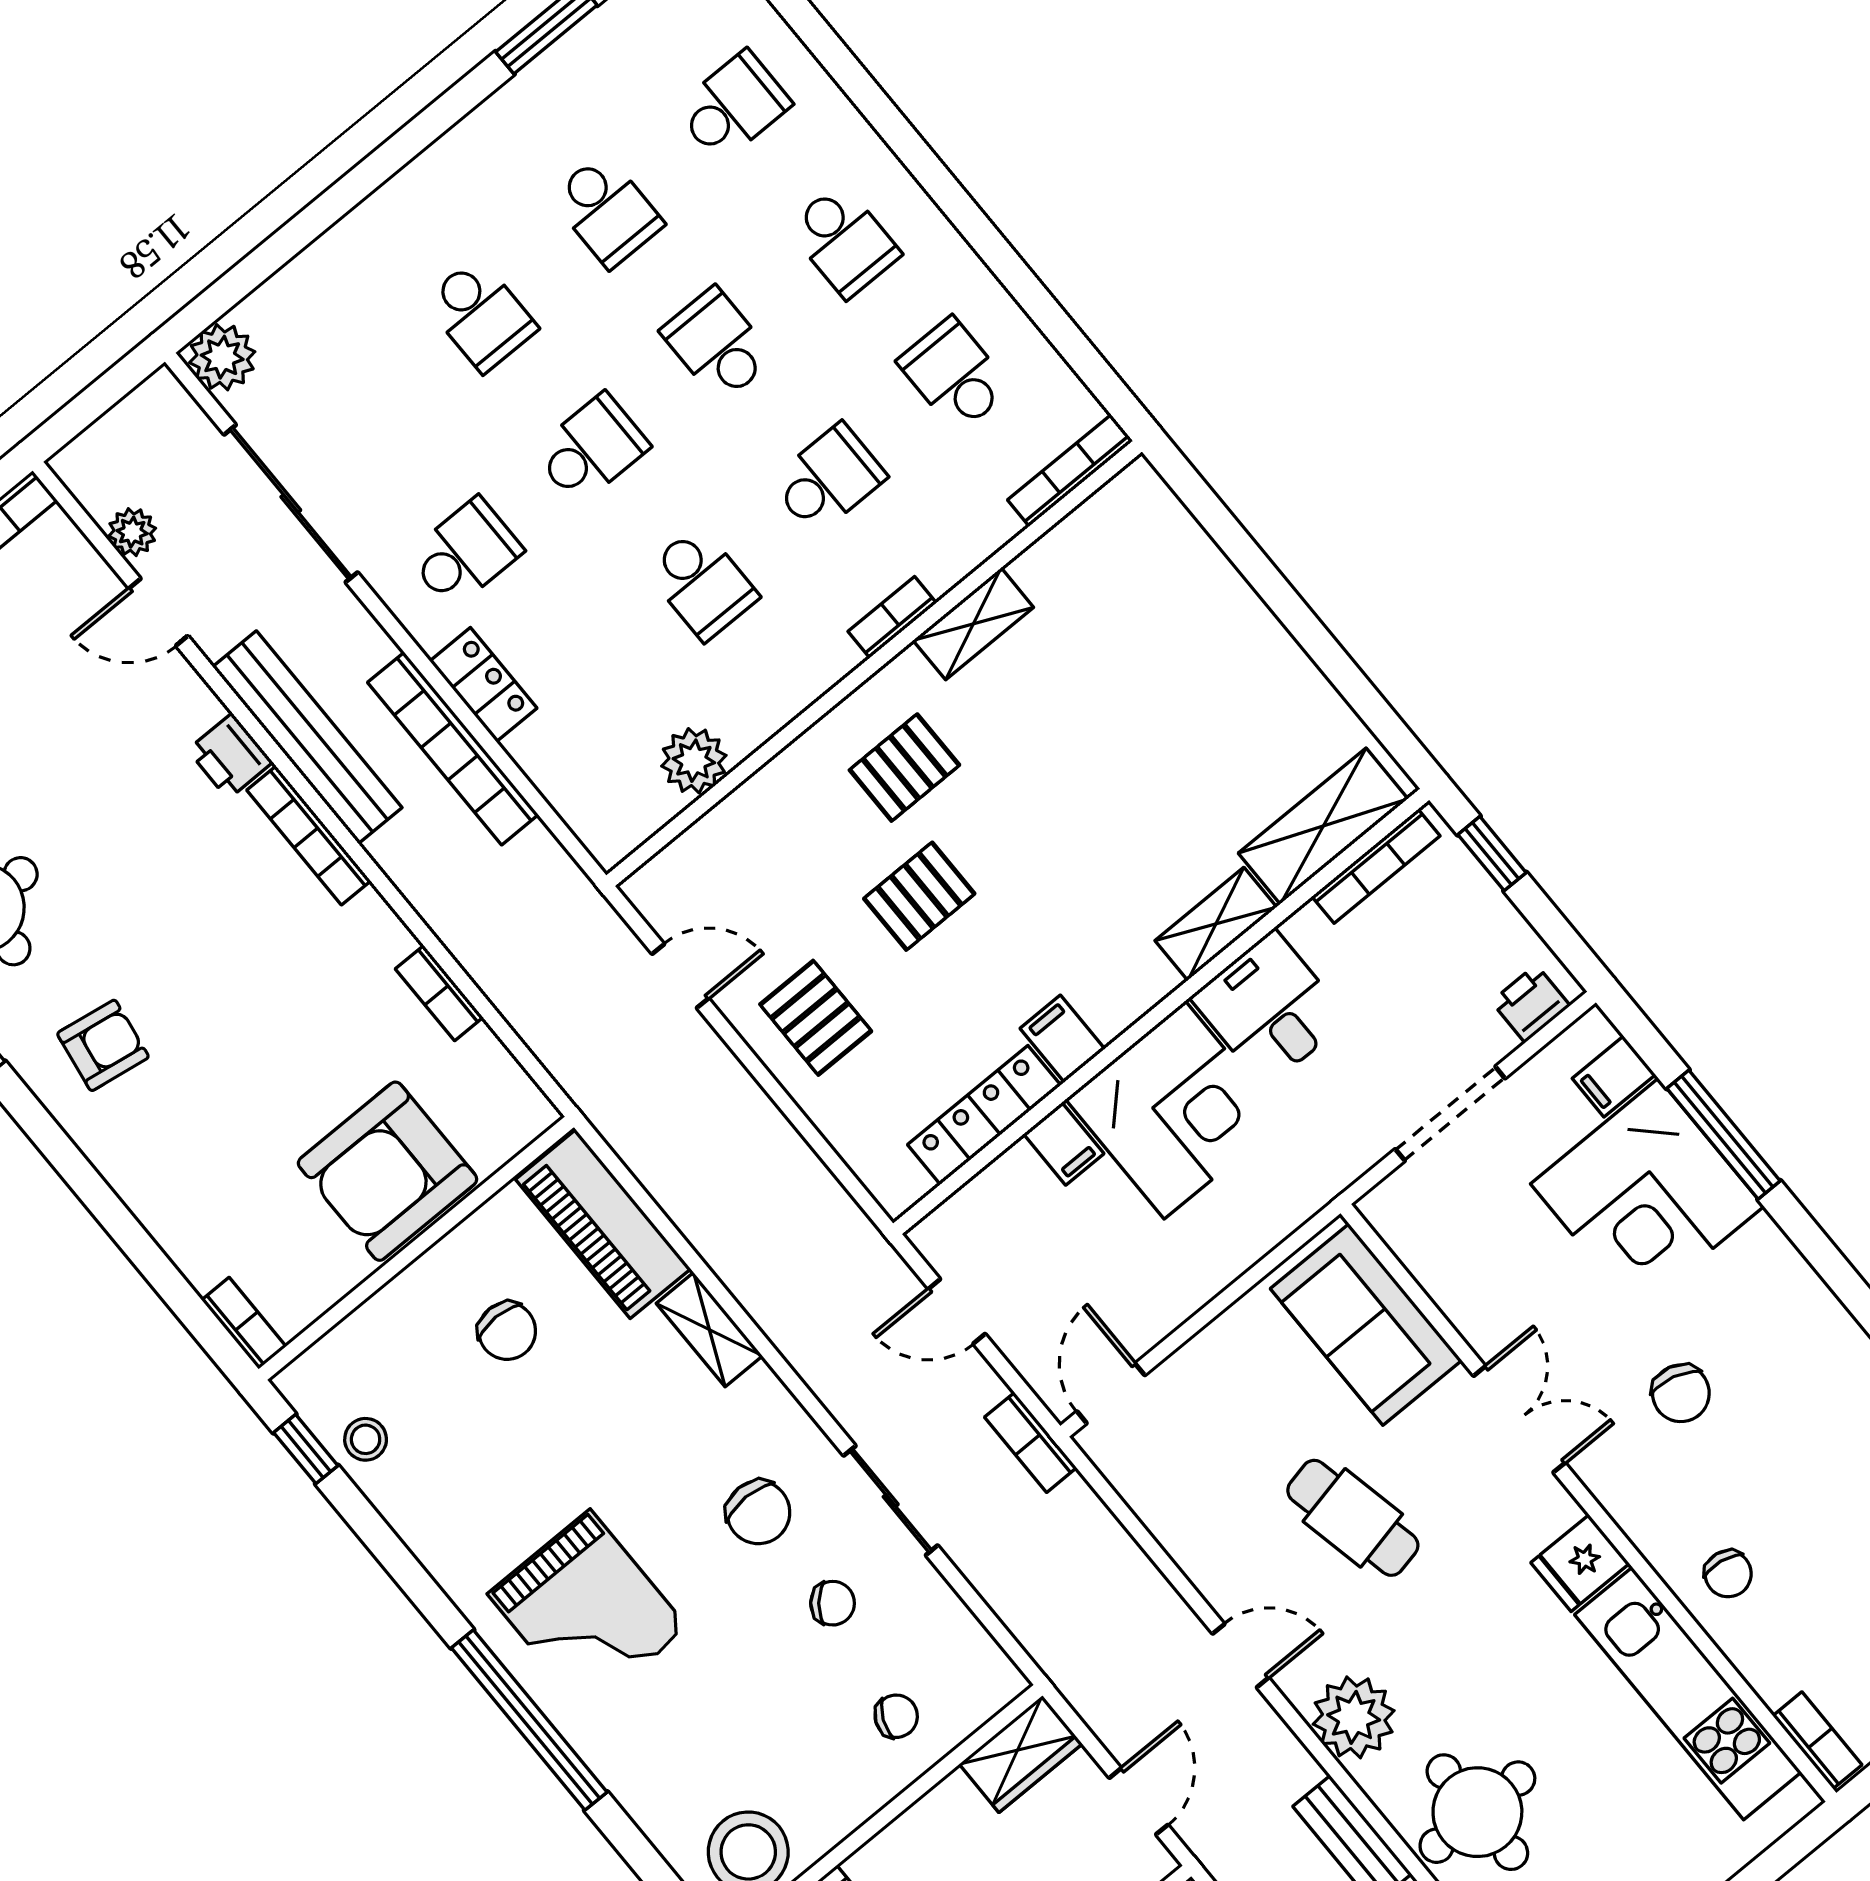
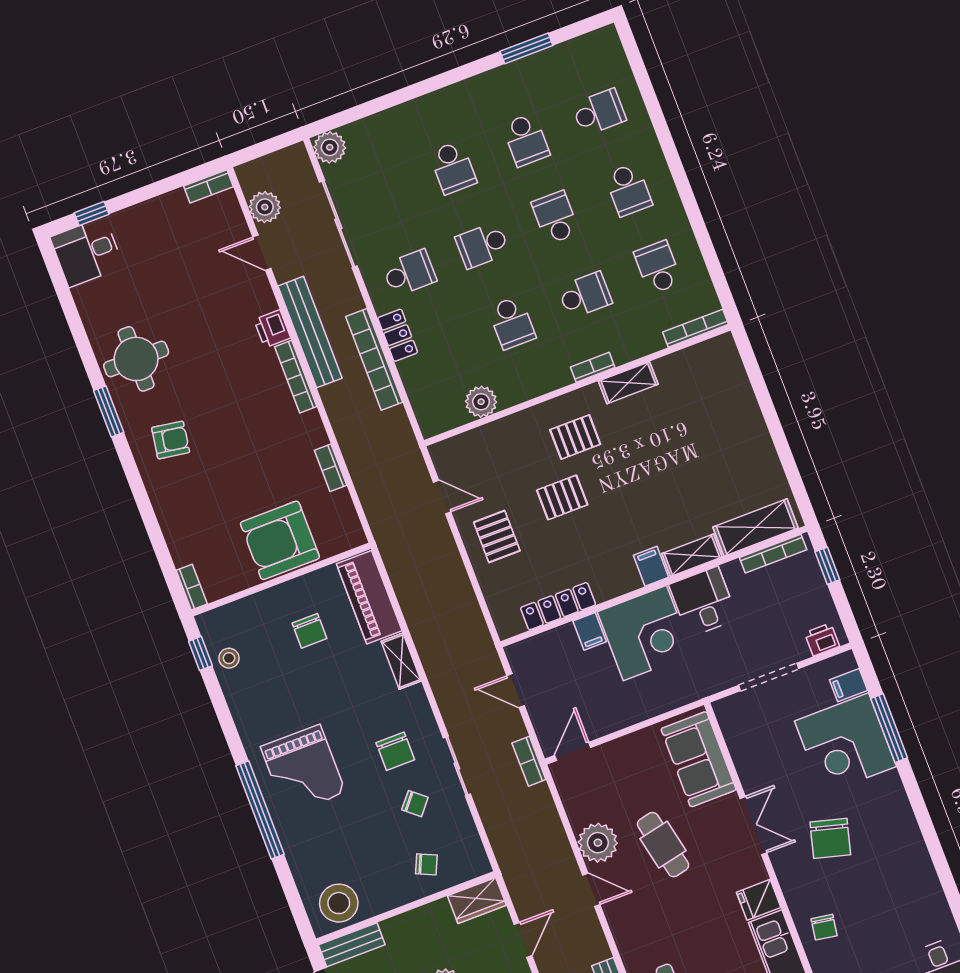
school desk: (591, 449) -> (482, 245), turned 180
plant: (132, 532) -> (265, 207), width x1.38, depth x1.38
filing cabinet: (1062, 1039) -> (651, 566), moved
chair: (1681, 1393) -> (830, 838), width x1.37, depth x1.37
plant: (1354, 1717) -> (598, 843), moved

